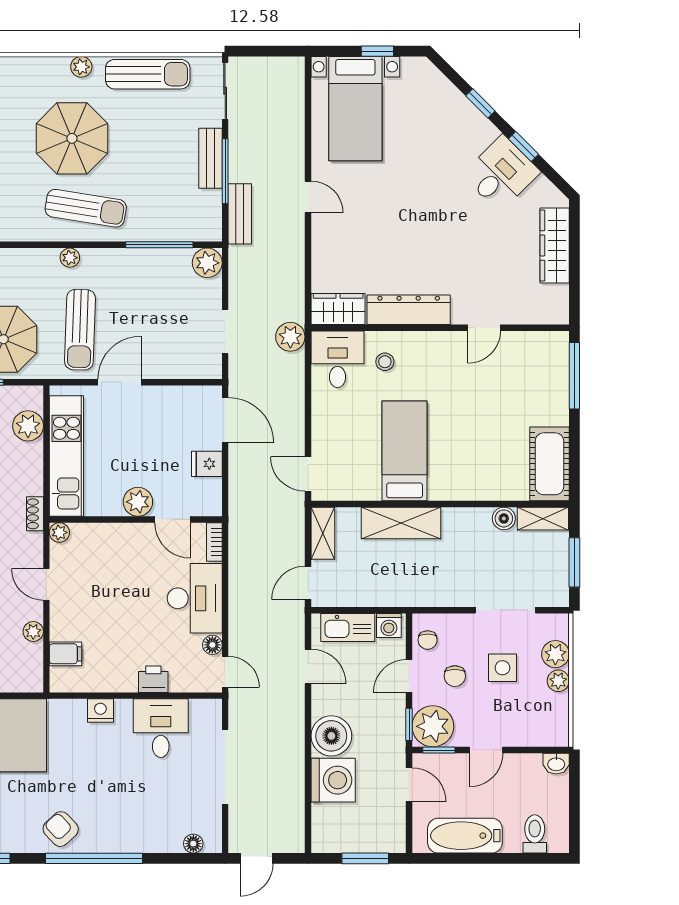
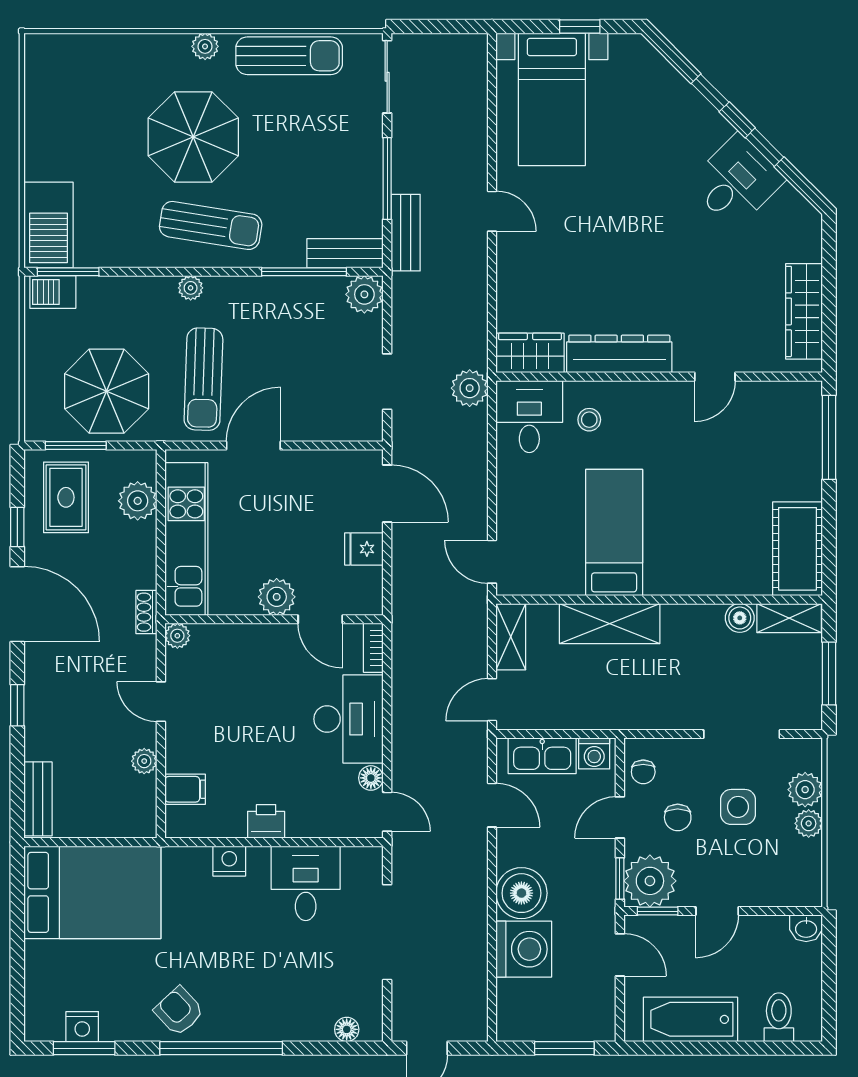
bench: (211, 158) -> (345, 253), moved, turned 90
wardrobe: (555, 245) -> (804, 311), moved
printer: (153, 679) -> (266, 821), moved

